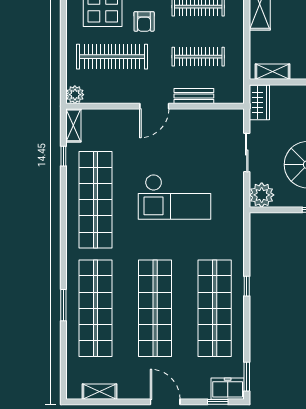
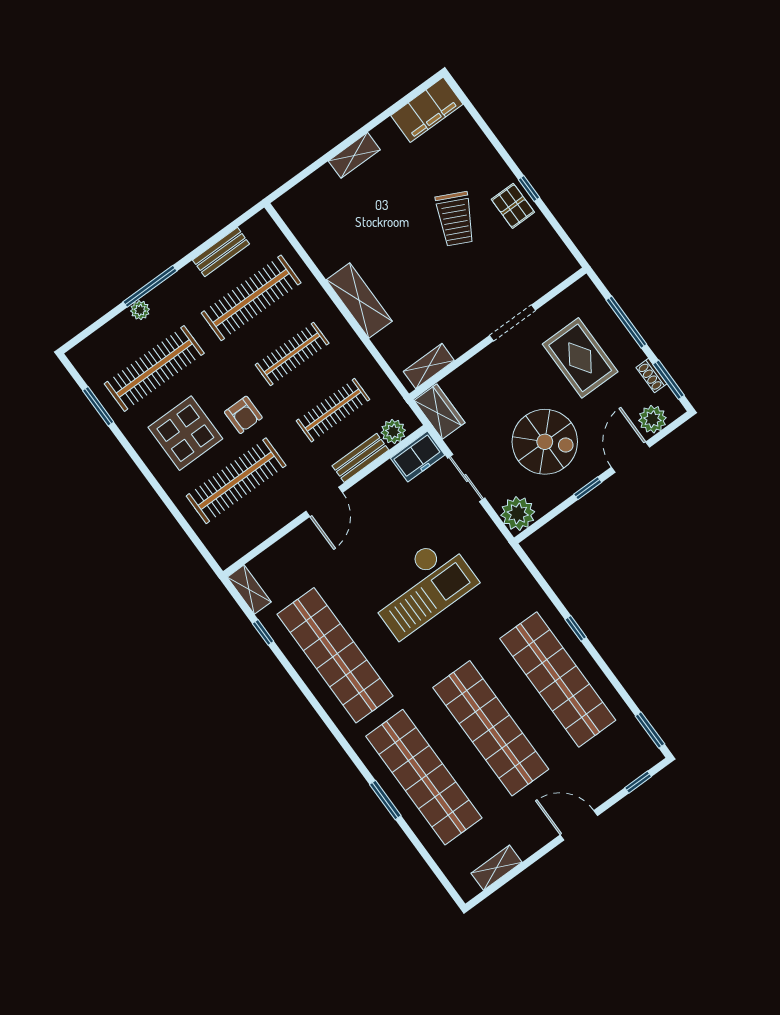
plant: (75, 95) -> (393, 431), moved
freezer: (228, 389) -> (418, 457), moved, turned 180

